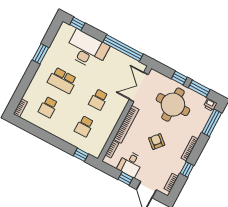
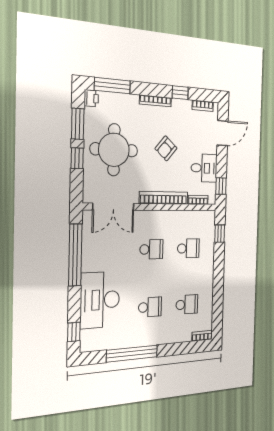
window: (40, 54) -> (132, 353), width x2.11
school desk: (62, 80) -> (150, 307), width x0.54
window: (125, 179) -> (221, 186), moved

